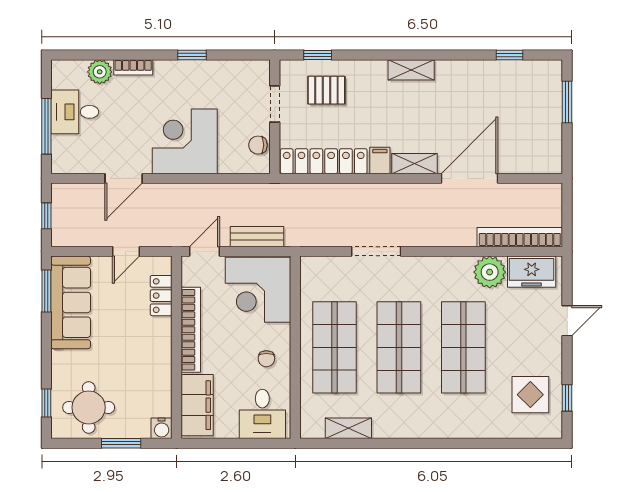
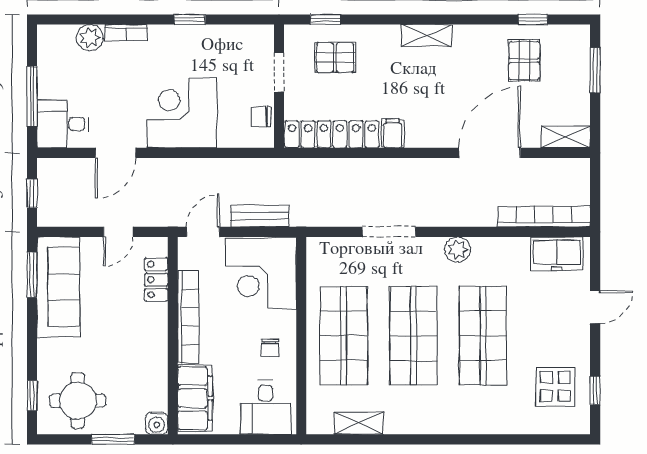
pallet: (501, 93) -> (524, 61), added
desk: (75, 112) -> (63, 124), moved
shelving: (414, 164) -> (566, 137), moved
plant: (490, 272) -> (458, 250), moved, width x0.73, depth x0.73

